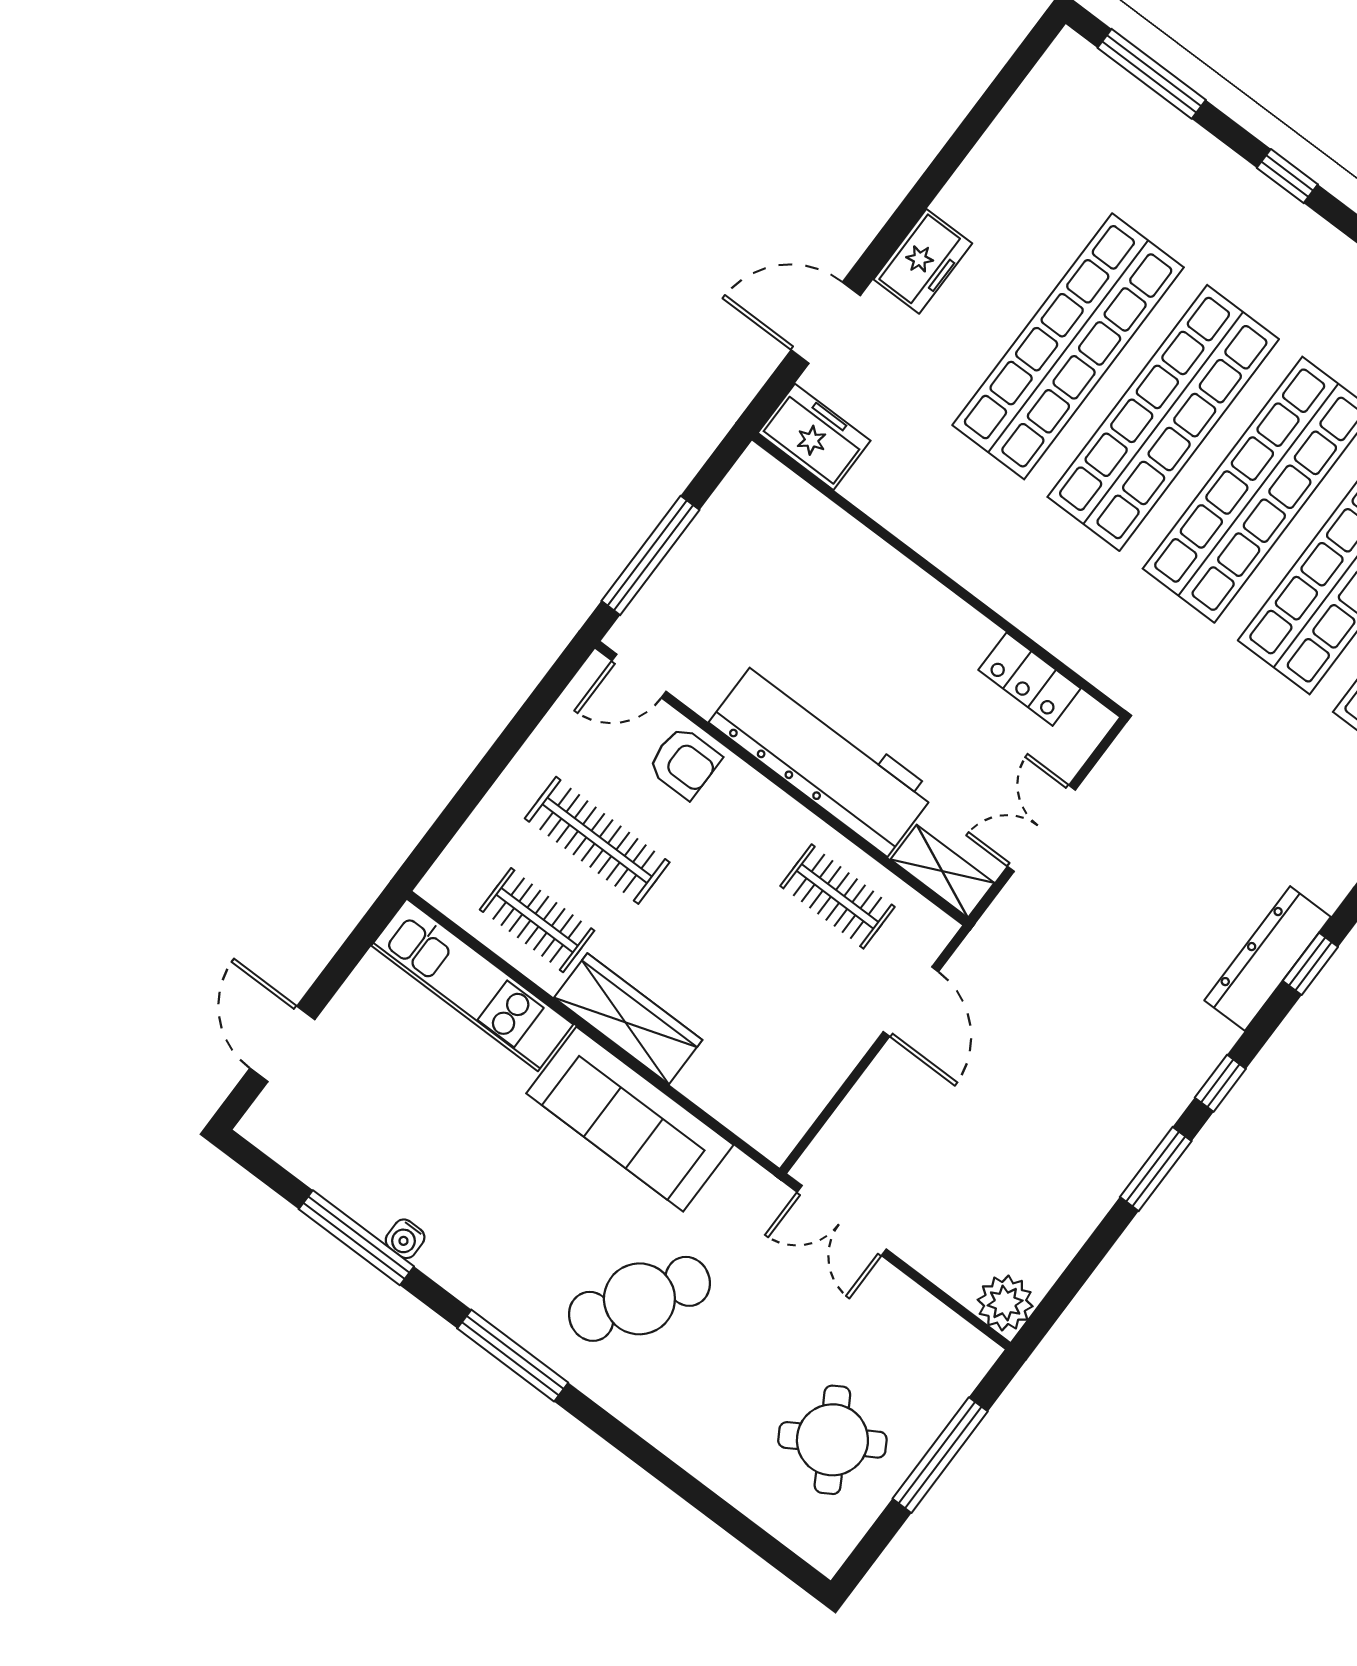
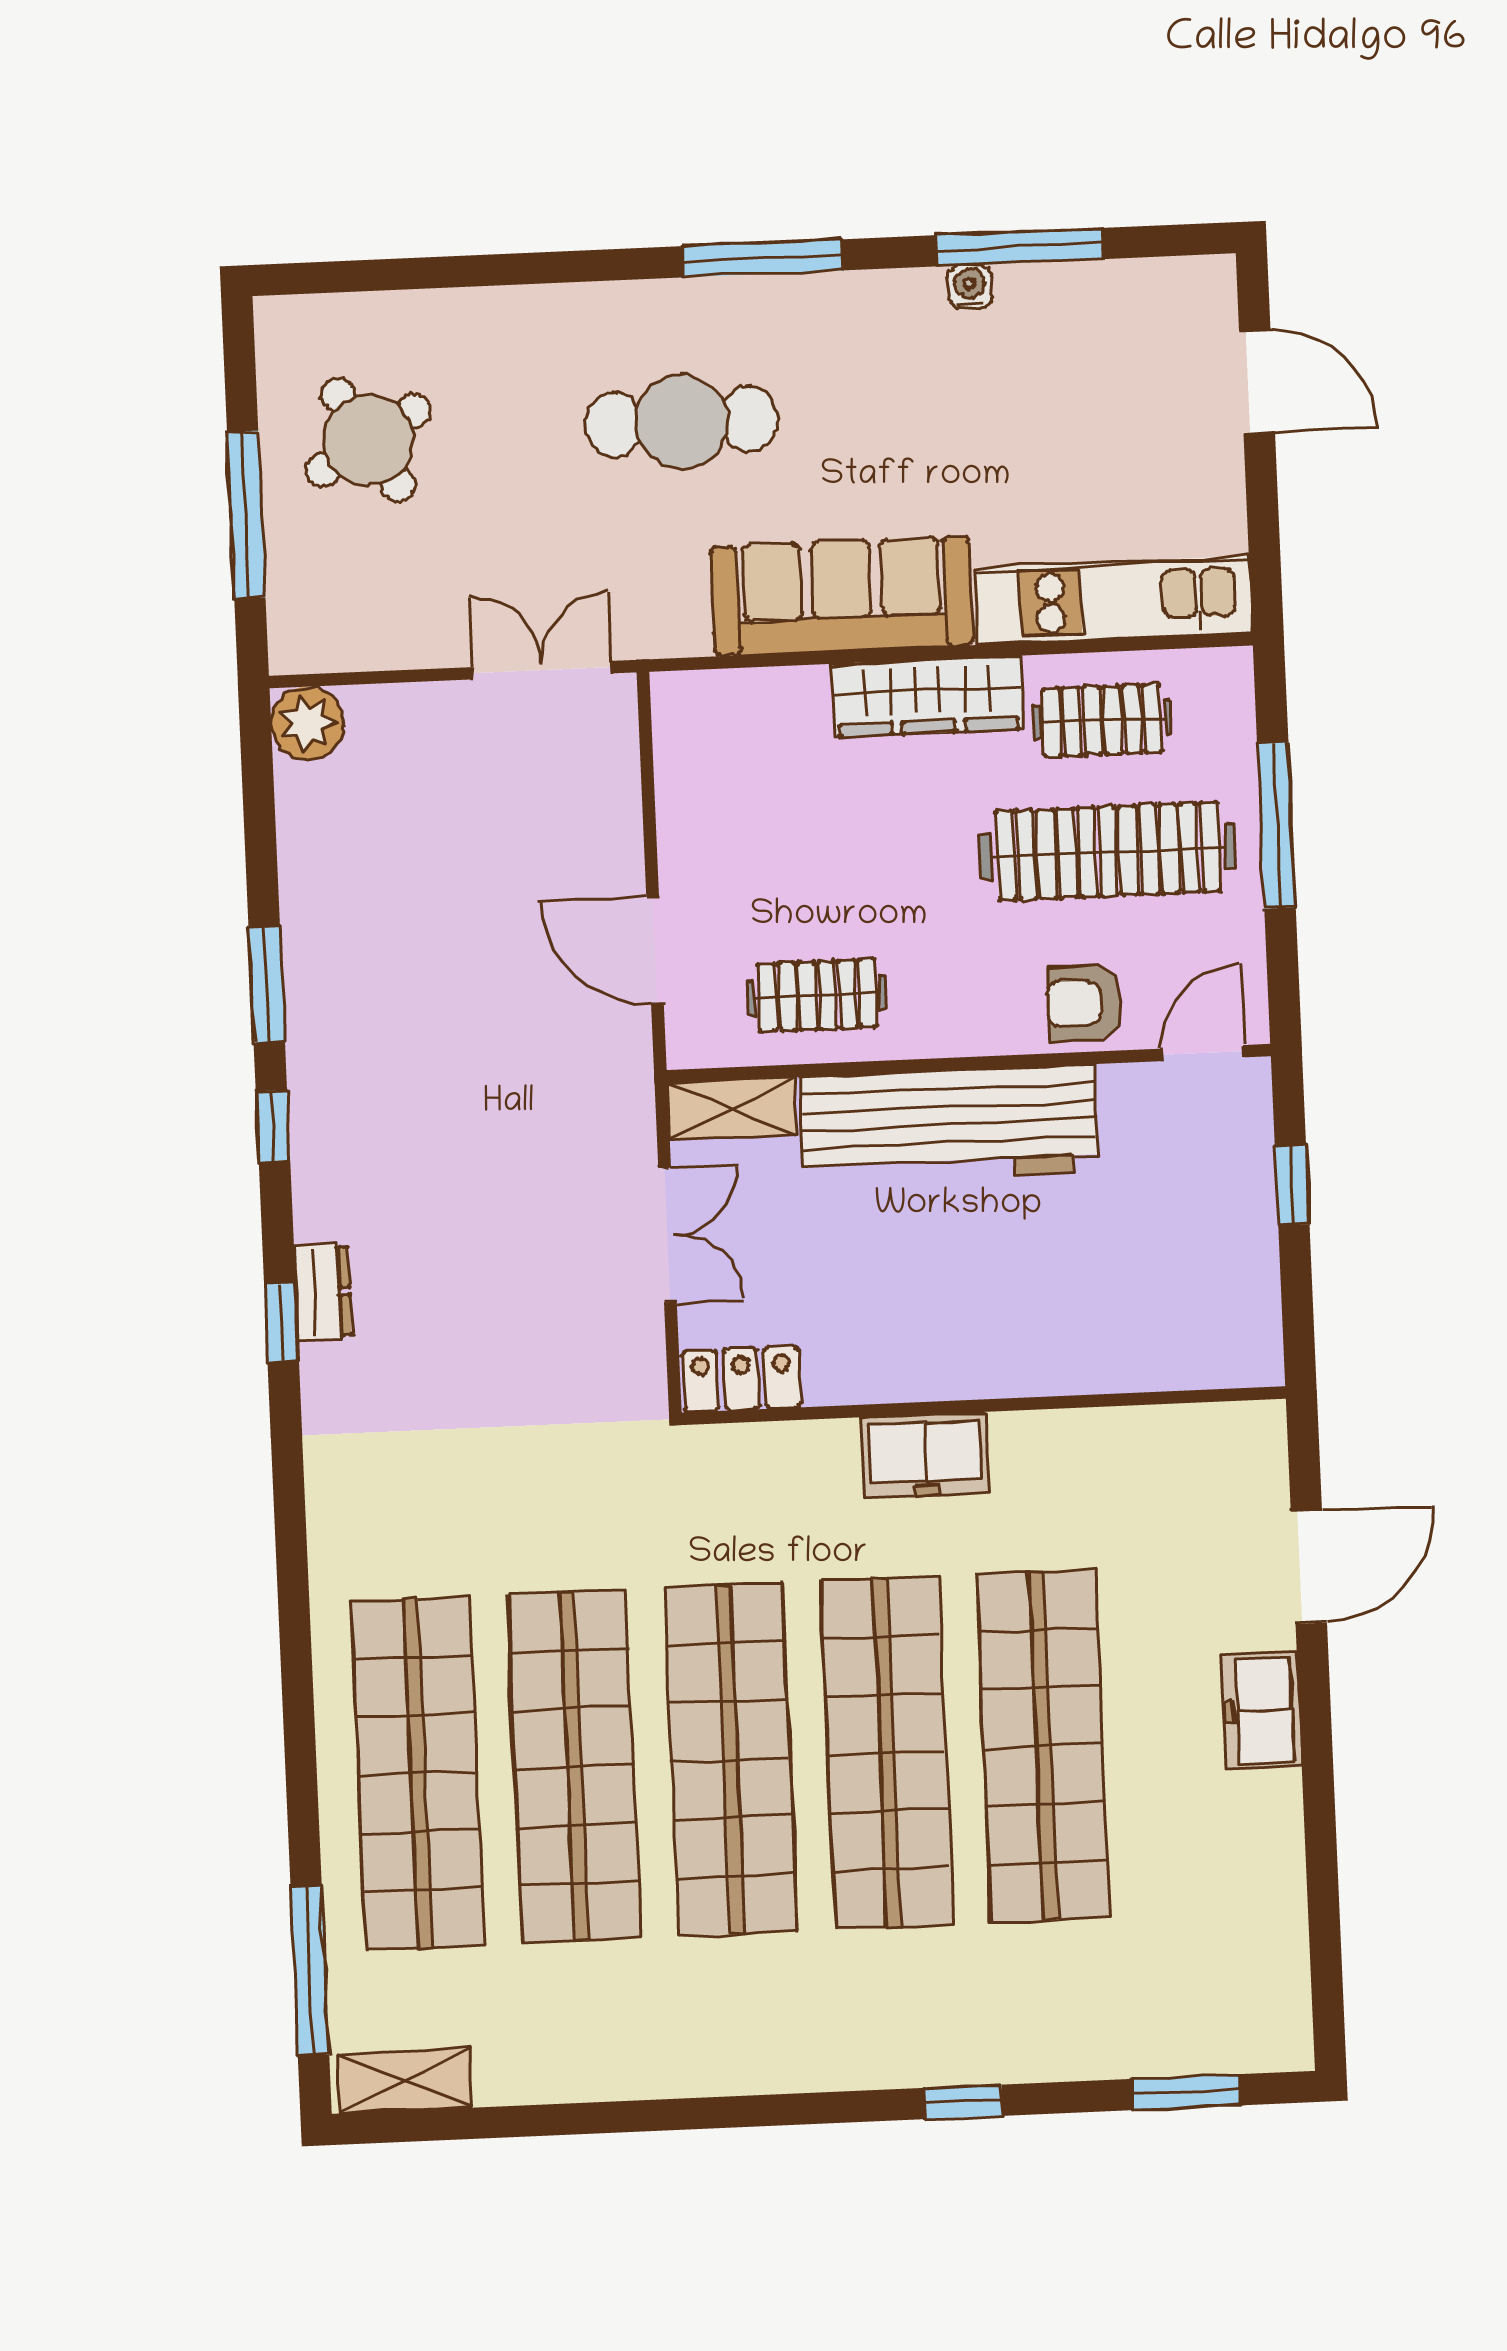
window: (1152, 74) -> (1186, 2092), width x0.69
freezer: (814, 437) -> (925, 1455), moved
window: (650, 555) -> (1292, 1185), width x0.46
locker: (1030, 679) -> (741, 1379), moved
window: (486, 774) -> (1276, 825), added
clothes rail: (597, 840) -> (1108, 851), width x1.37, depth x1.31
dresser: (1268, 959) -> (323, 1292), width x0.51, depth x0.80
cafe table: (639, 1299) -> (682, 422), turned 57

